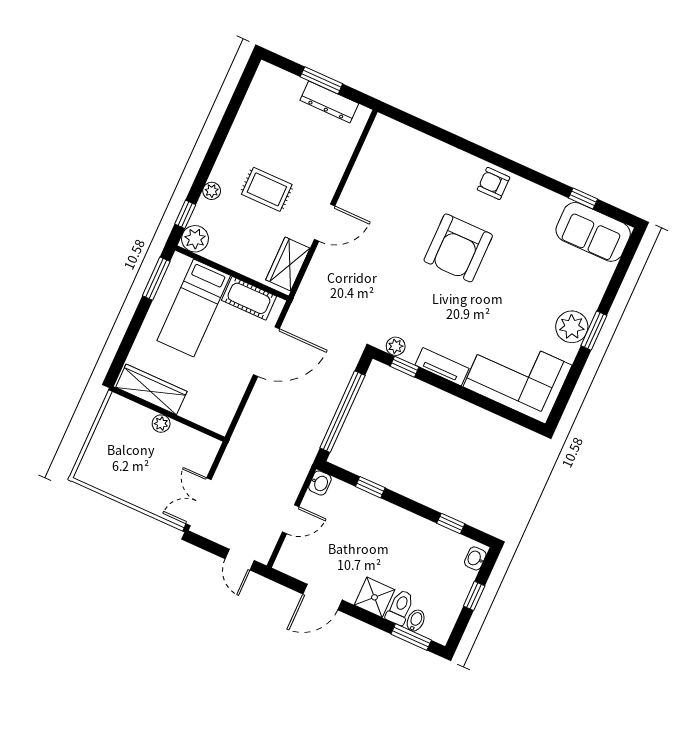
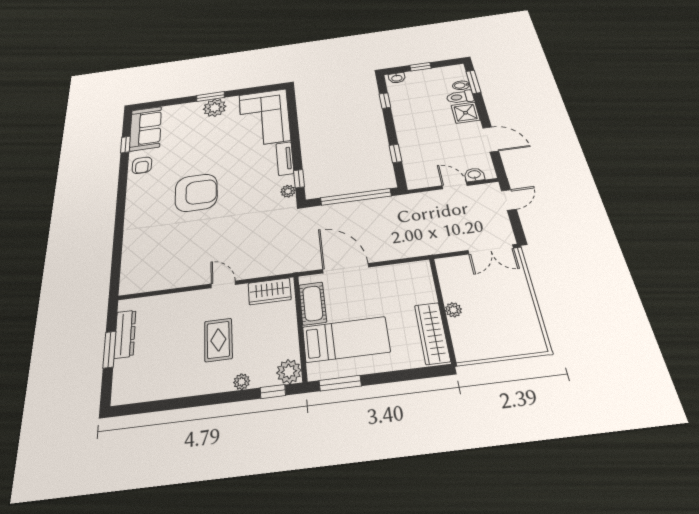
armchair: (494, 183) -> (142, 165), moved
door: (325, 223) -> (223, 284), width x0.73
washbasin: (320, 483) -> (474, 175), moved

